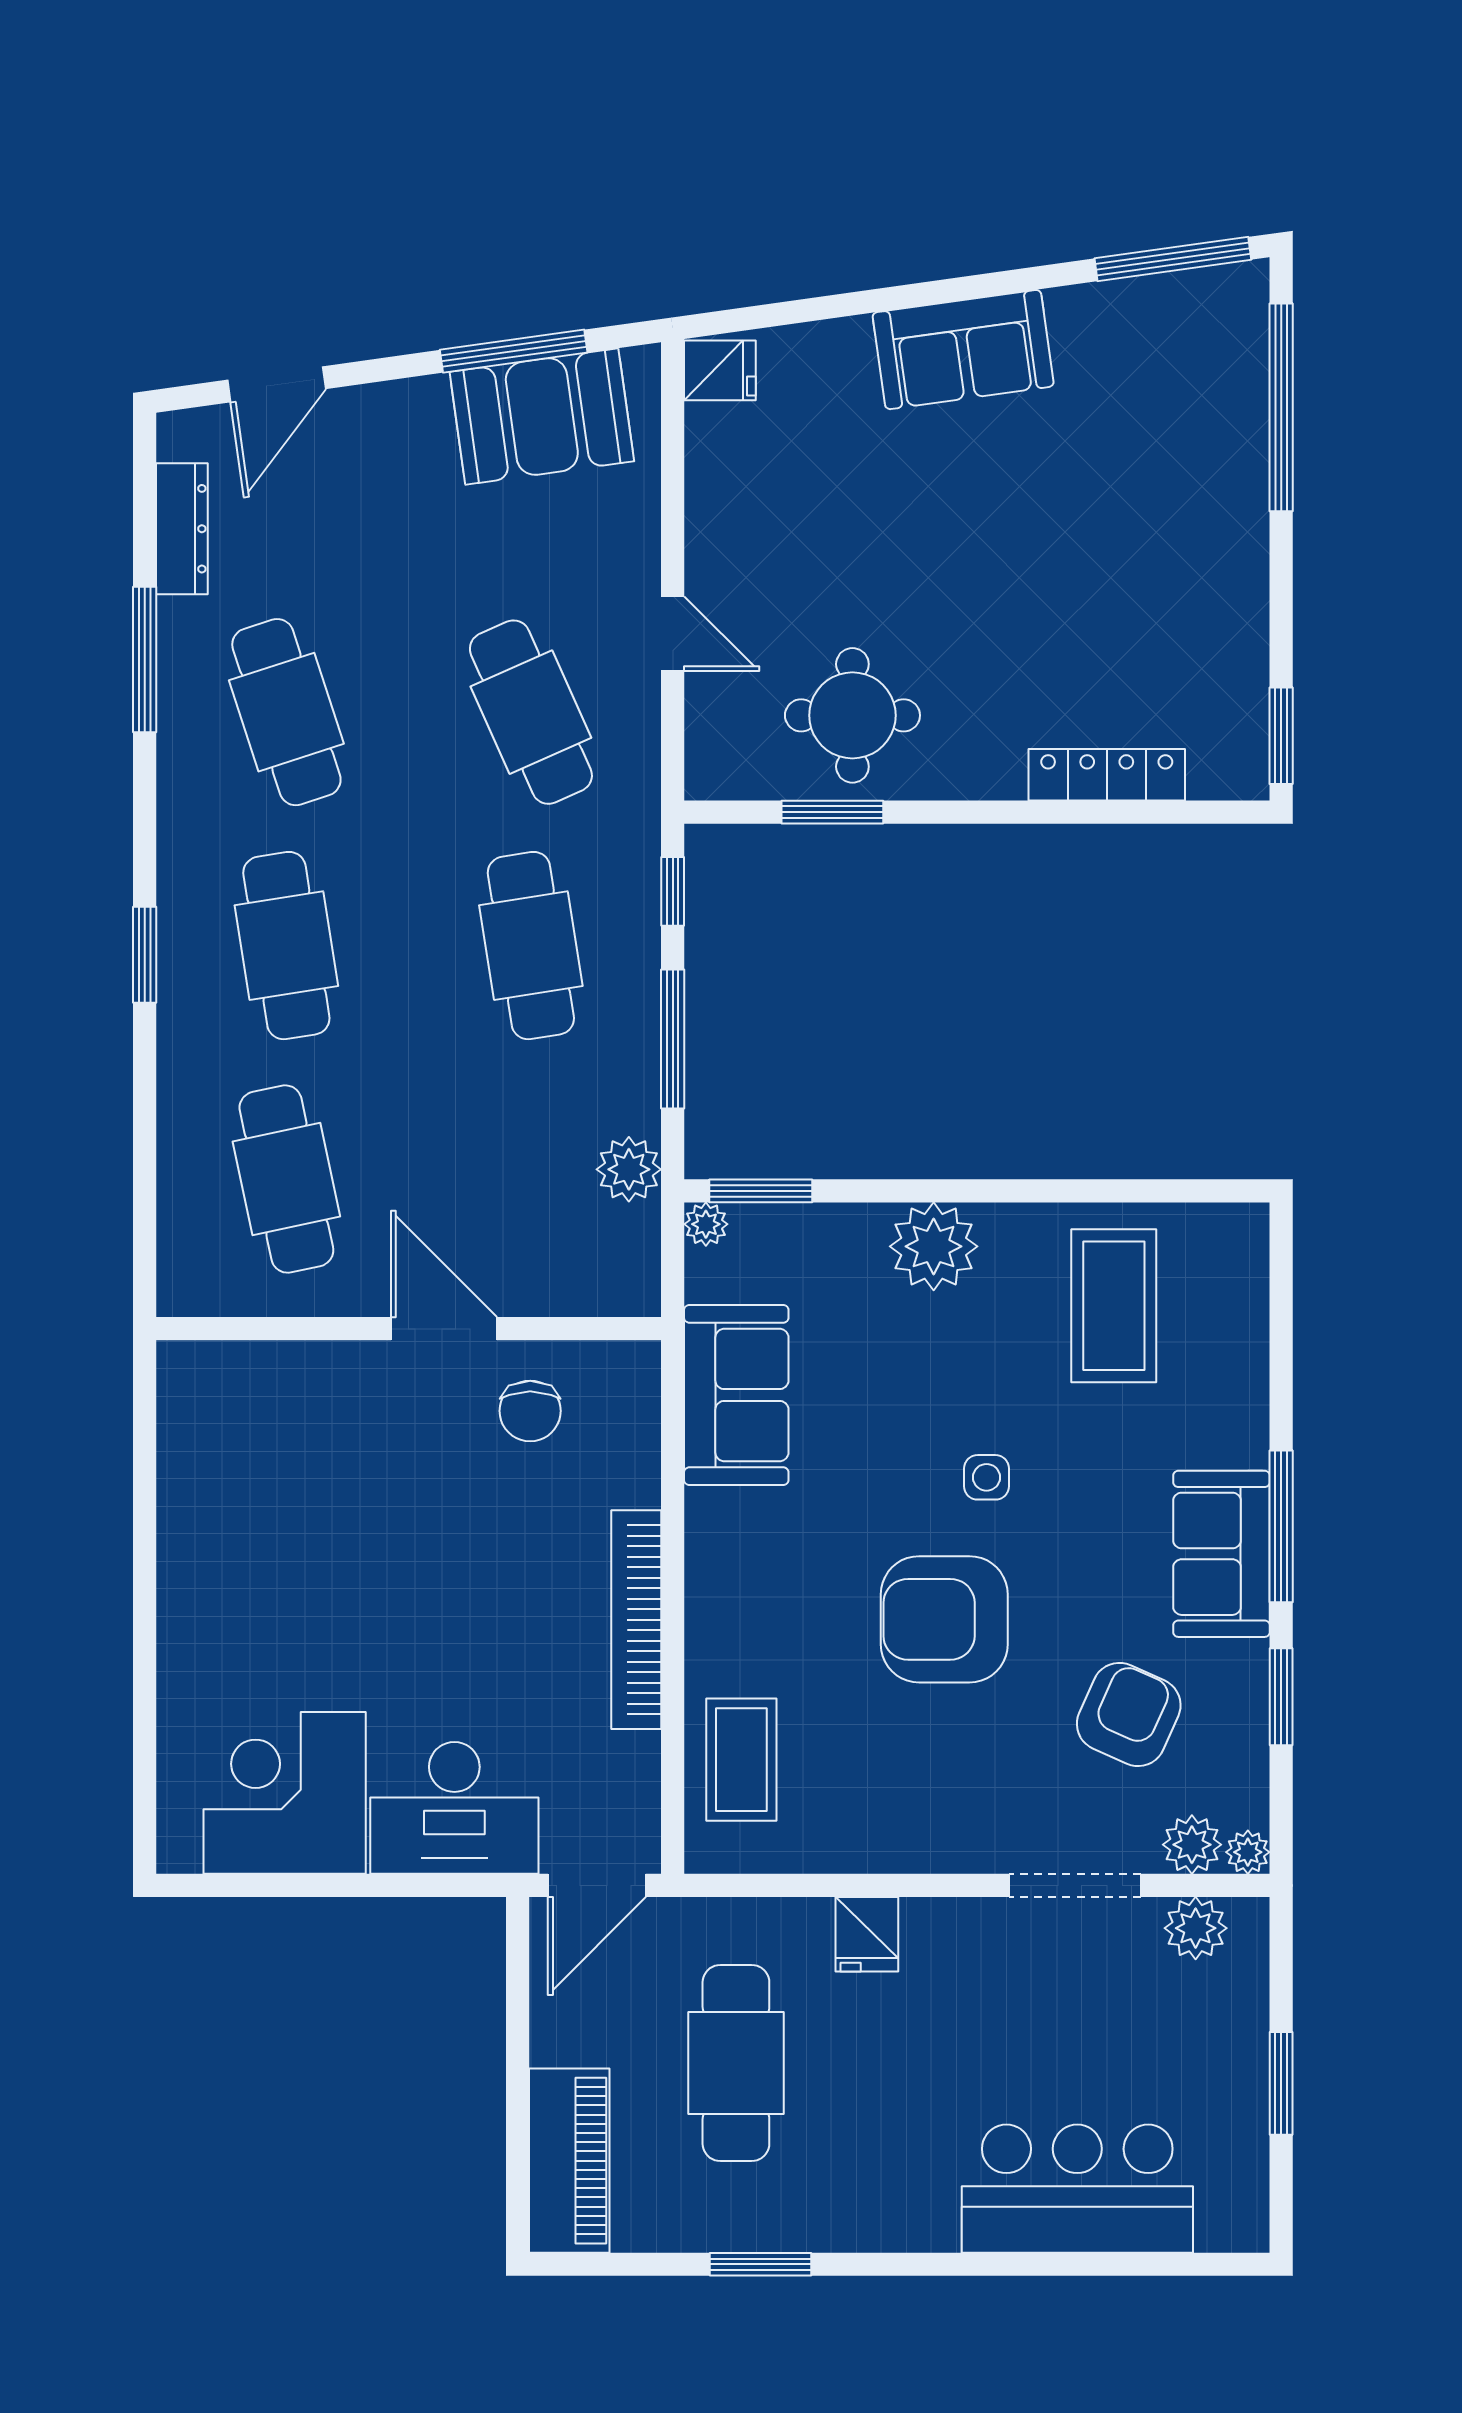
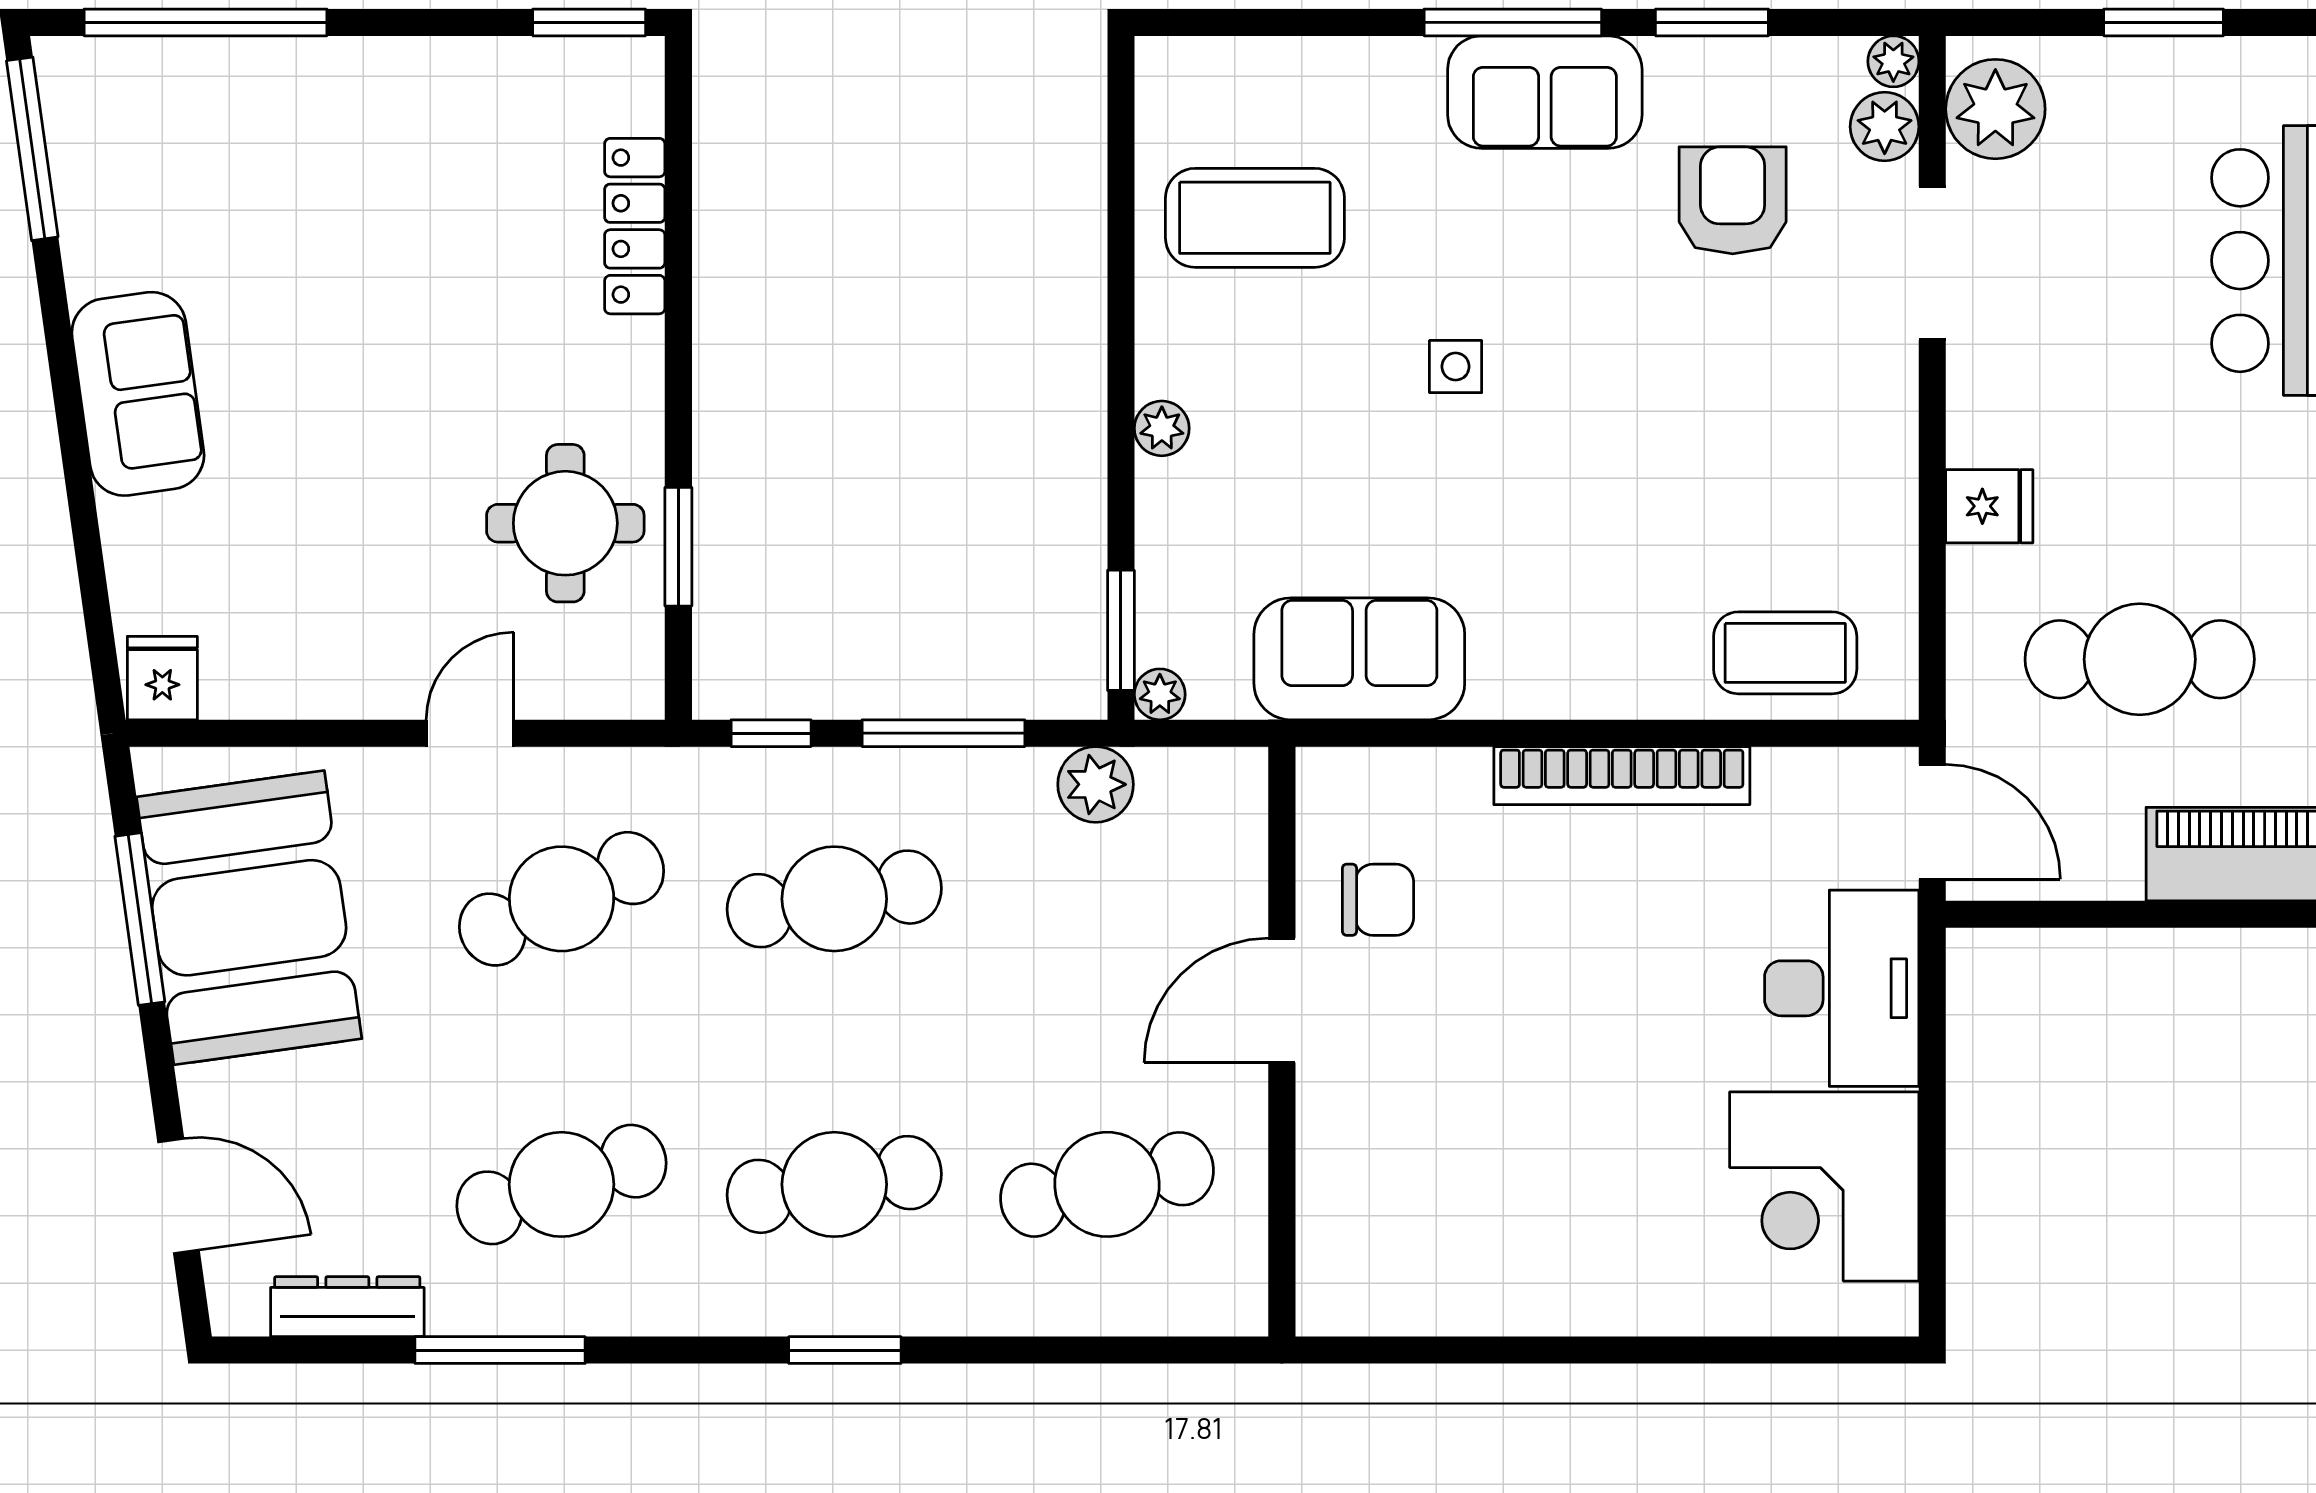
booth: (542, 417) -> (249, 918), width x1.36, depth x1.42
plant: (934, 1246) -> (1162, 428), width x0.53, depth x0.53
armchair: (944, 1619) -> (1621, 416), removed
armchair: (1129, 1715) -> (1733, 200), turned 66
plant: (1196, 1928) -> (1995, 109), width x1.36, depth x1.36

